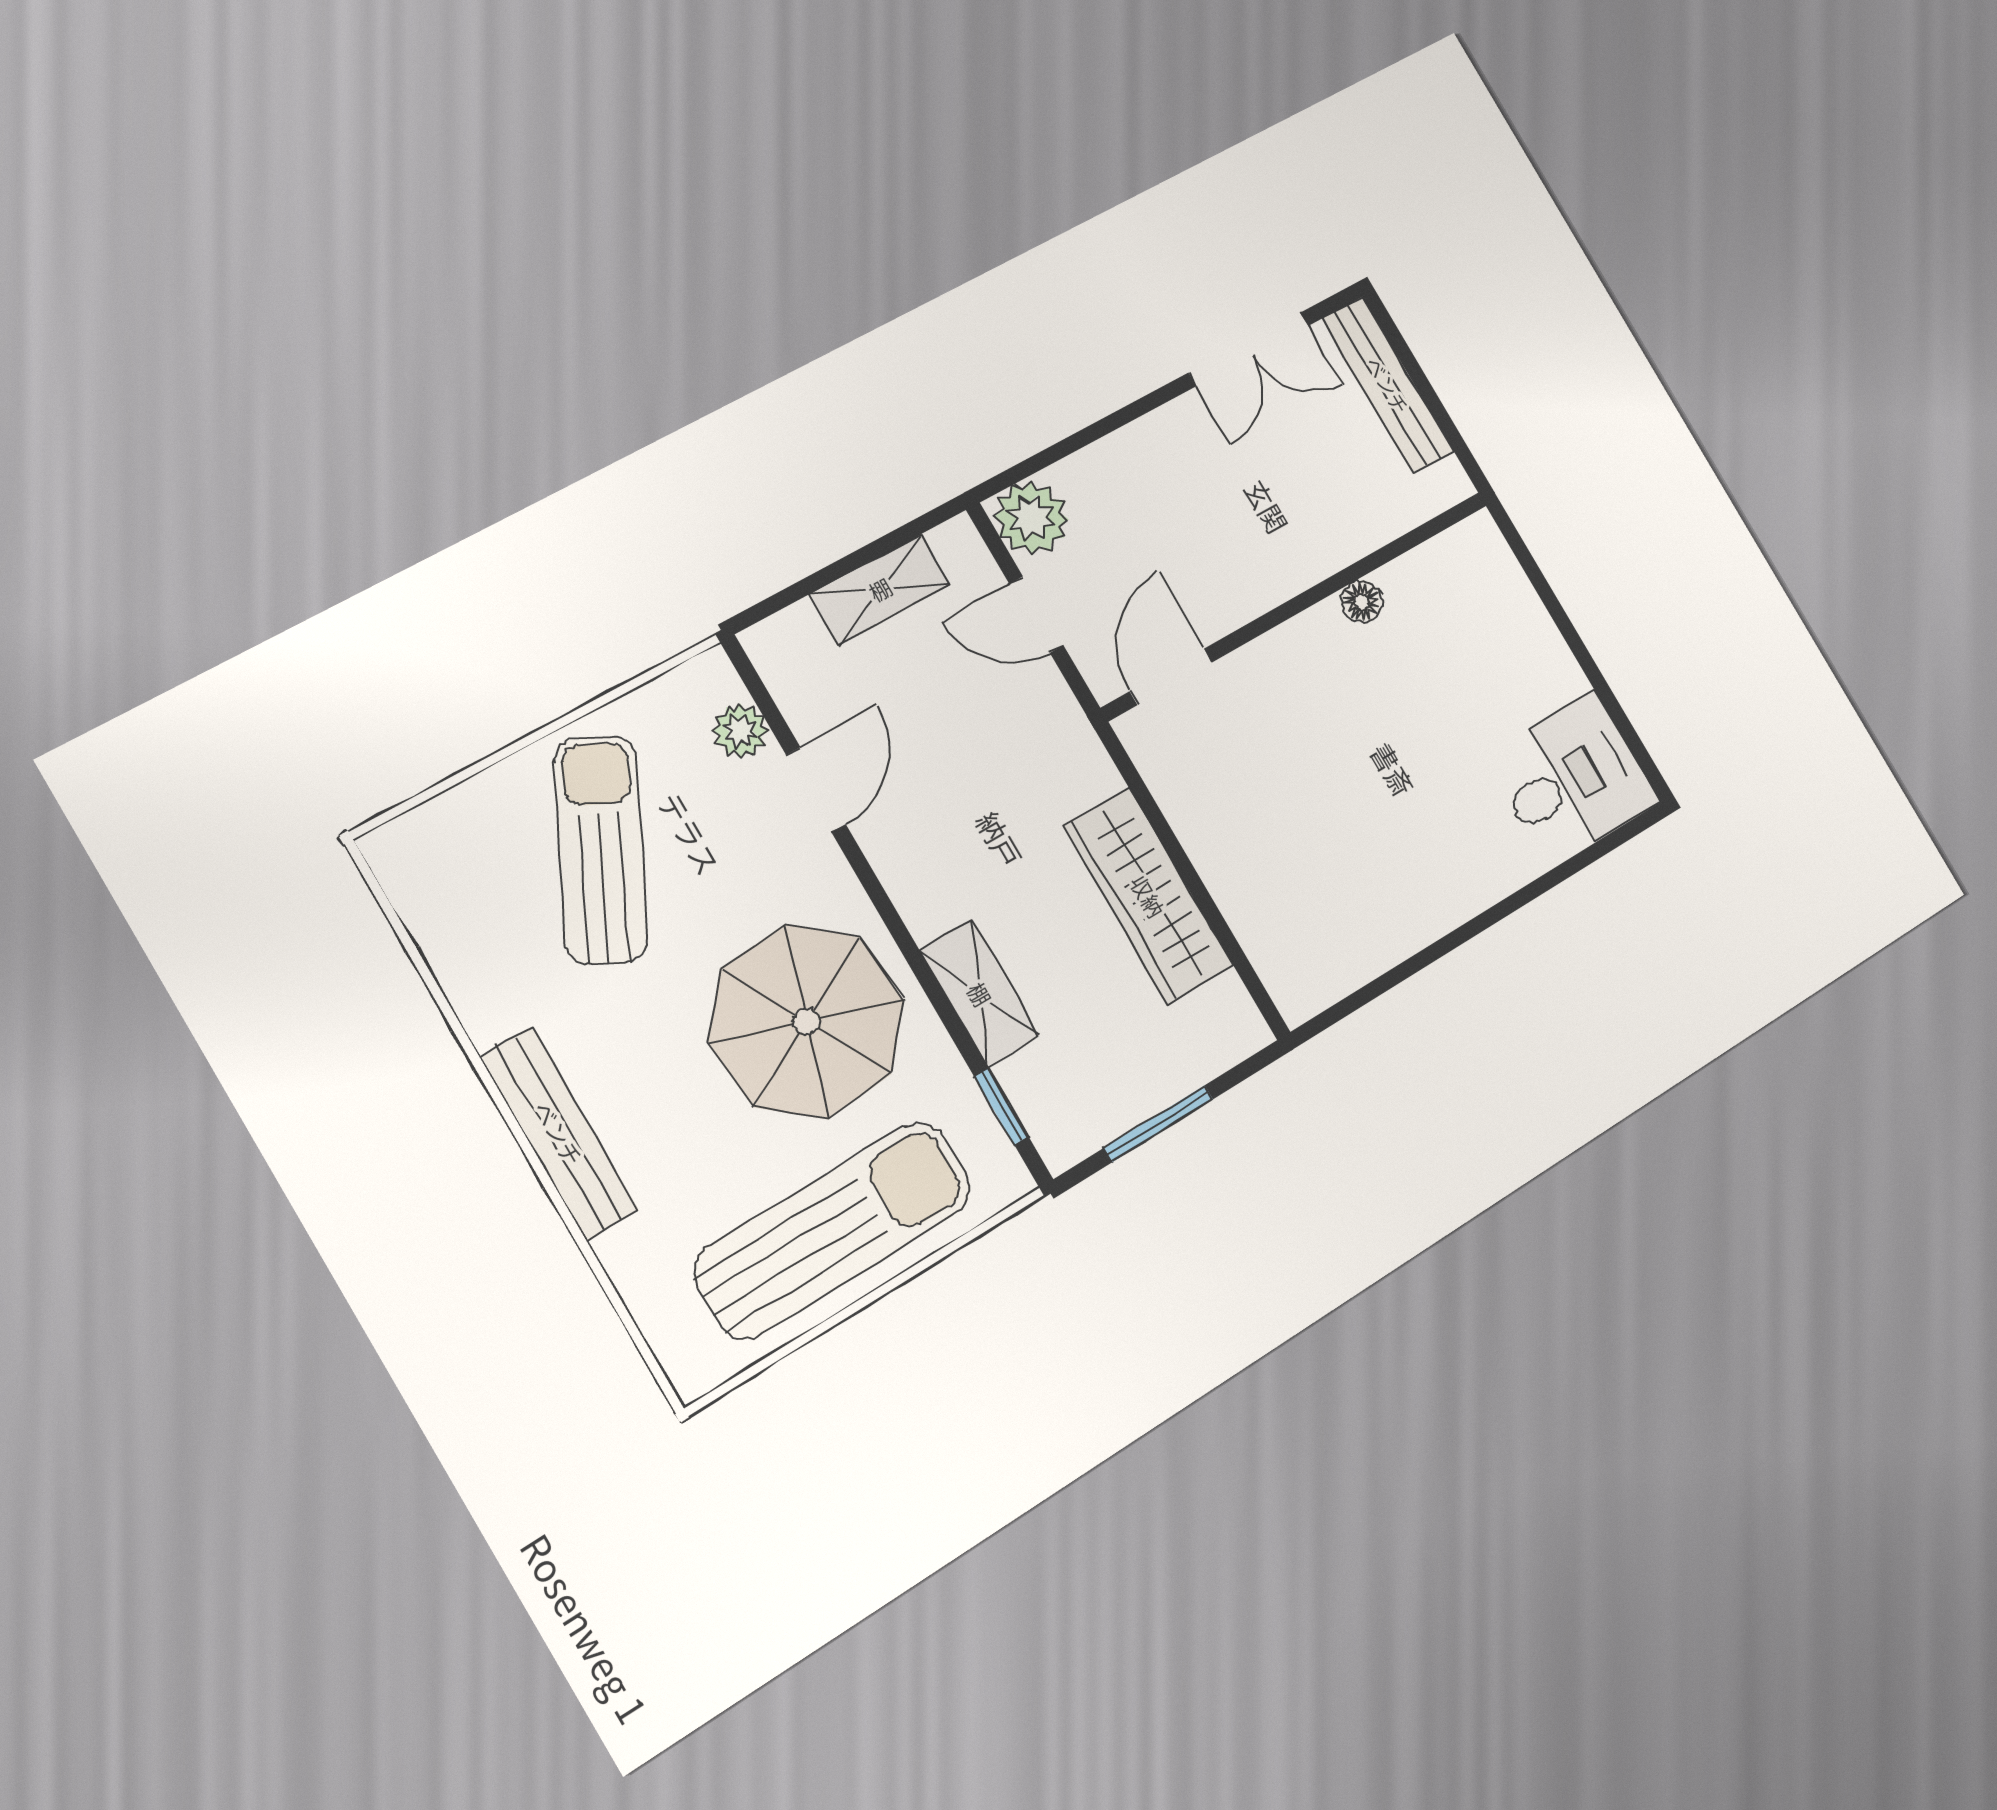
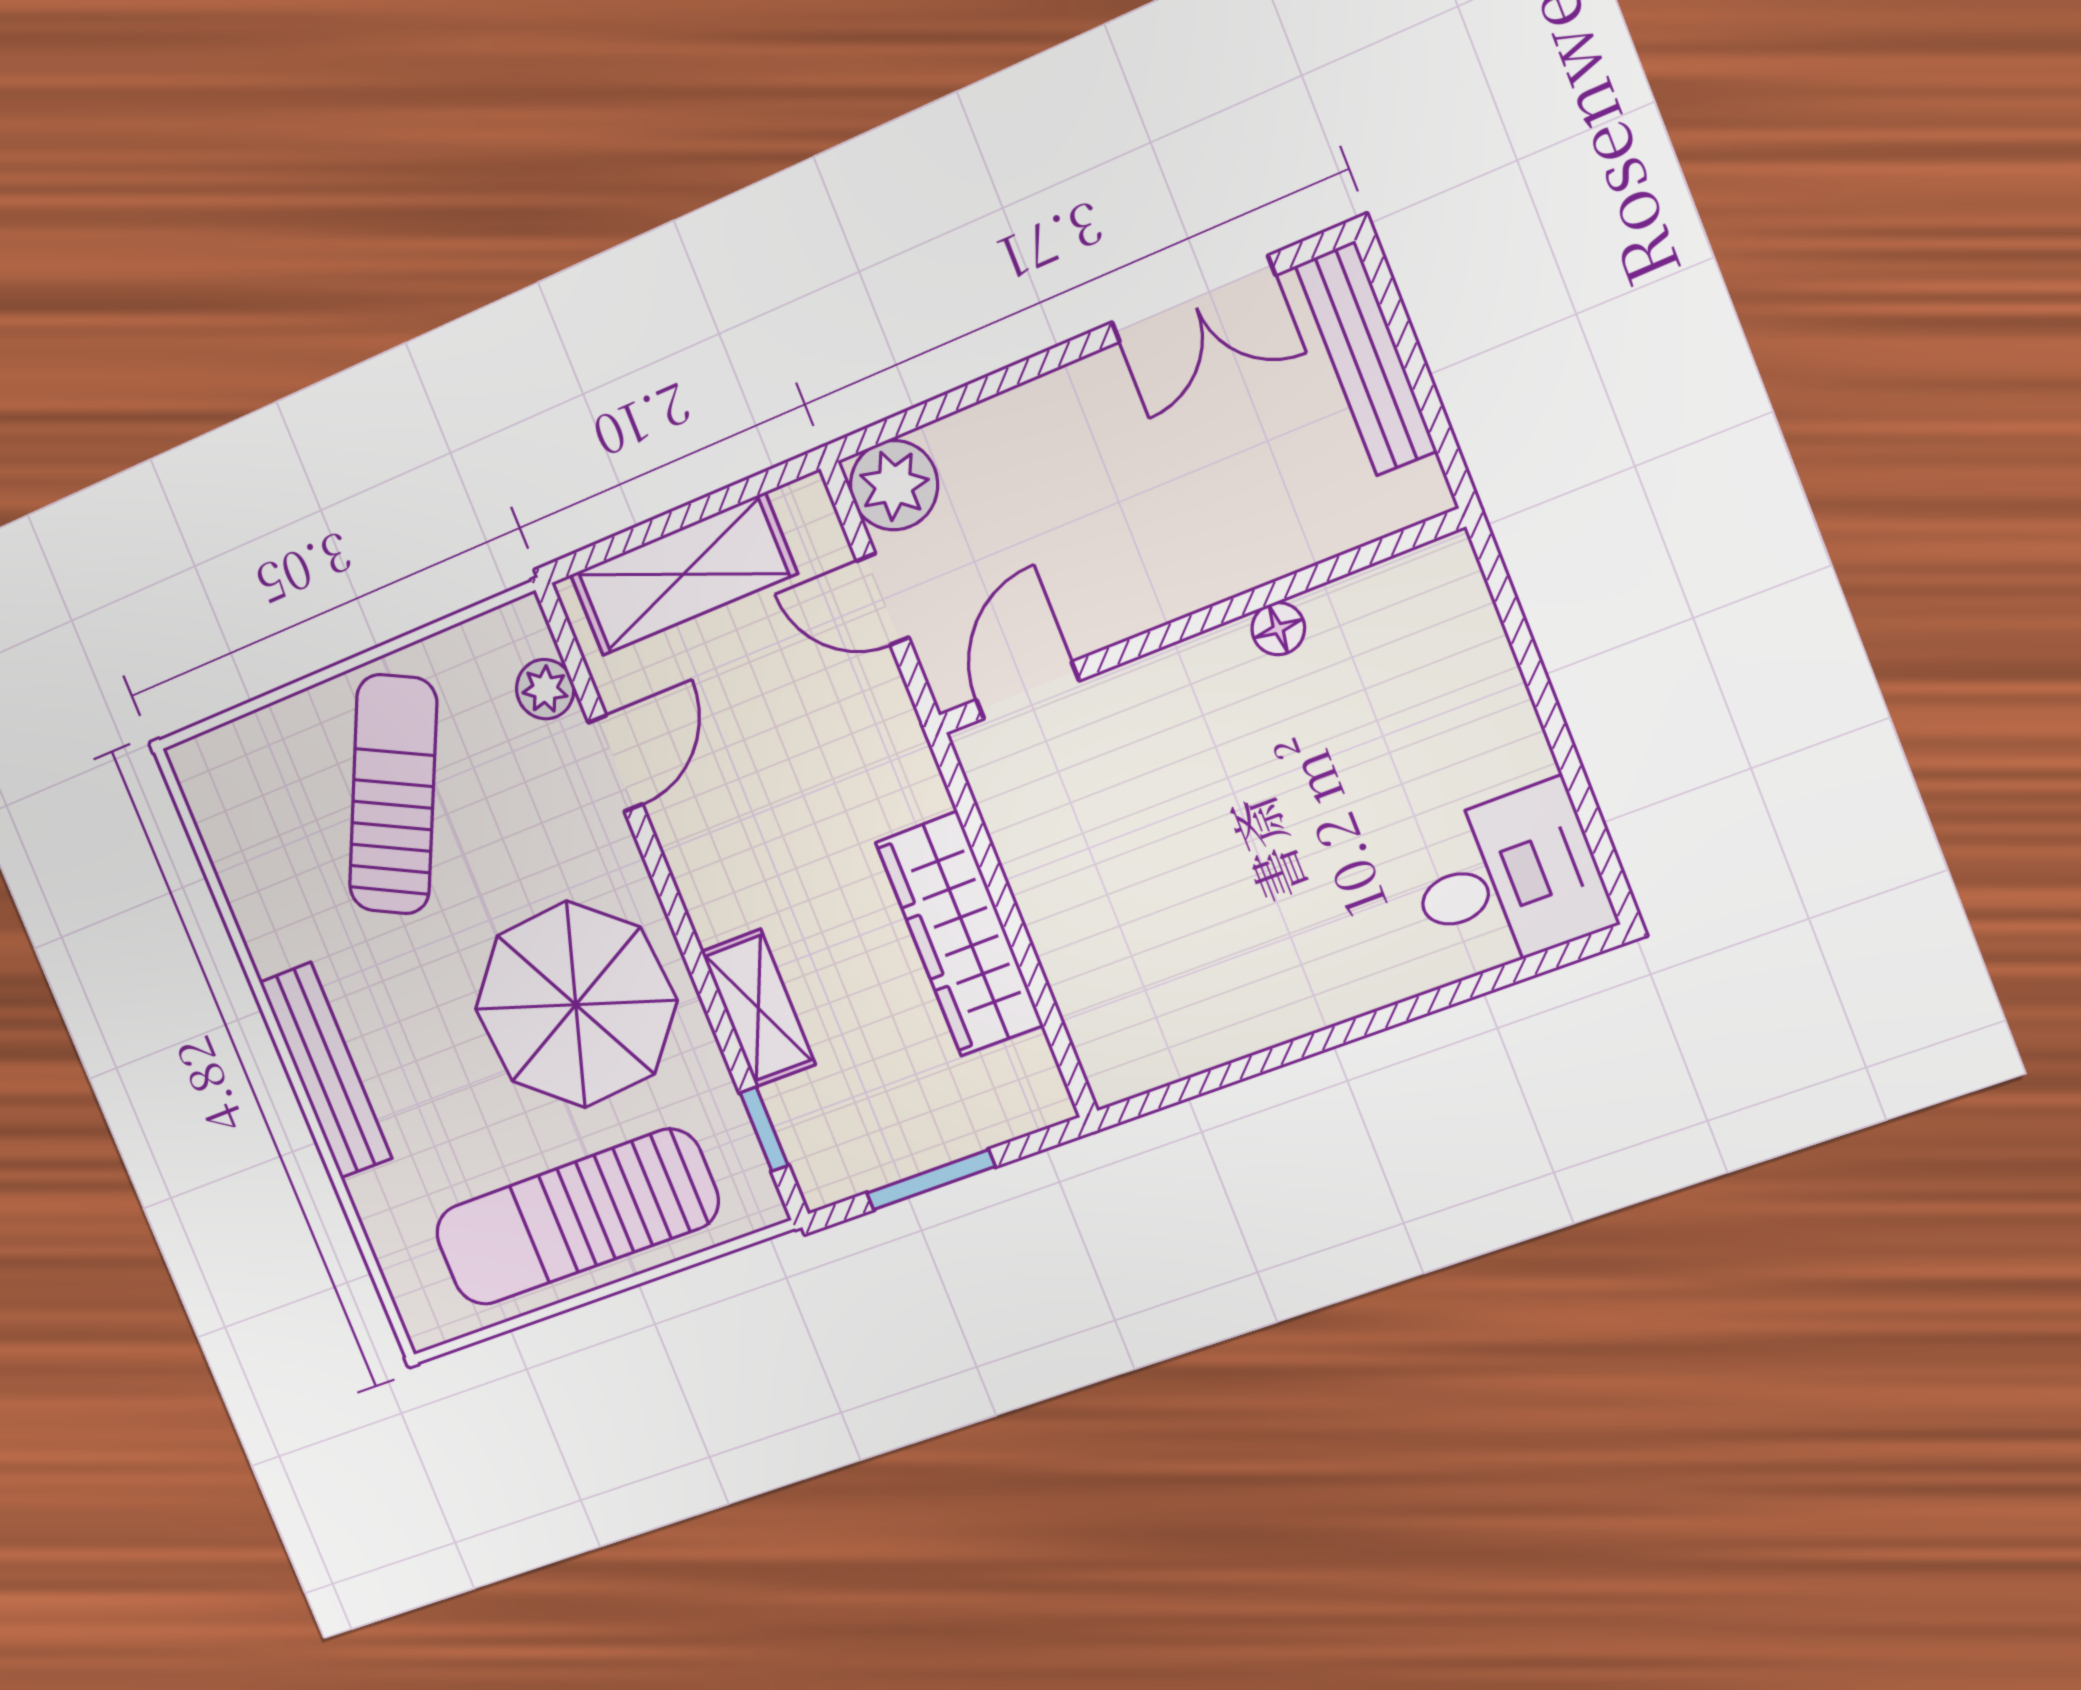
shelving: (880, 589) -> (683, 574), width x1.50, depth x1.33
sun lounger: (833, 1230) -> (576, 1217), turned 180

